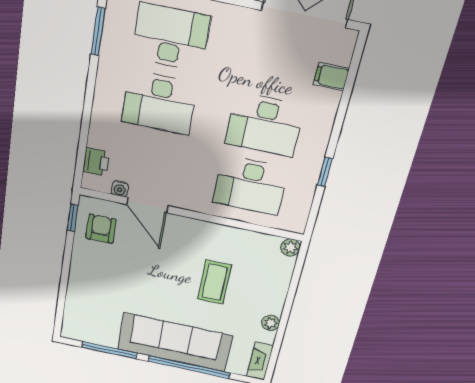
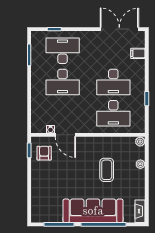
printer: (96, 162) -> (37, 118), removed
plant: (271, 323) -> (140, 164), moved

